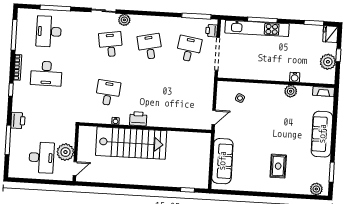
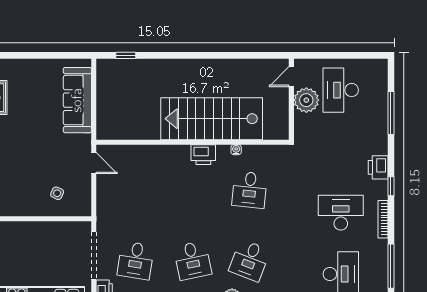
desk: (111, 44) -> (250, 260), turned 30
door: (214, 117) -> (94, 163), swing flipped
printer: (18, 121) -> (378, 167), moved

